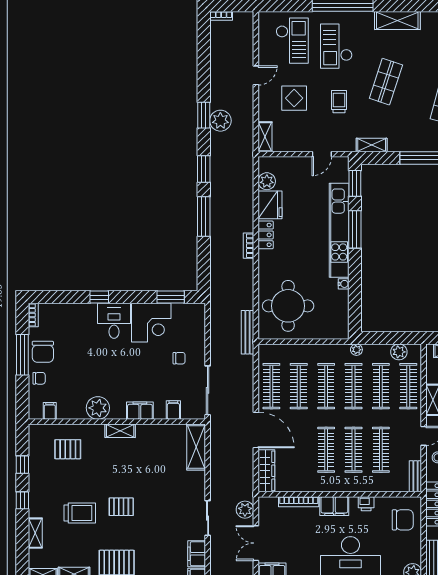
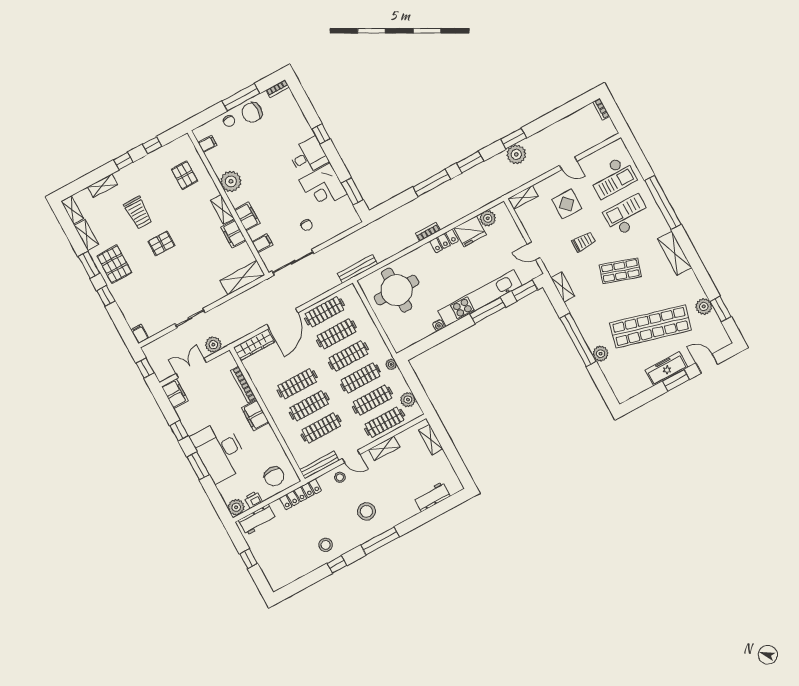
bench: (415, 476) -> (319, 465), width x1.36
printer: (366, 504) -> (253, 500), moved, turned 90
pallet: (121, 507) -> (161, 243), turned 90
filing cabinet: (197, 554) -> (234, 234), moved, turned -90

